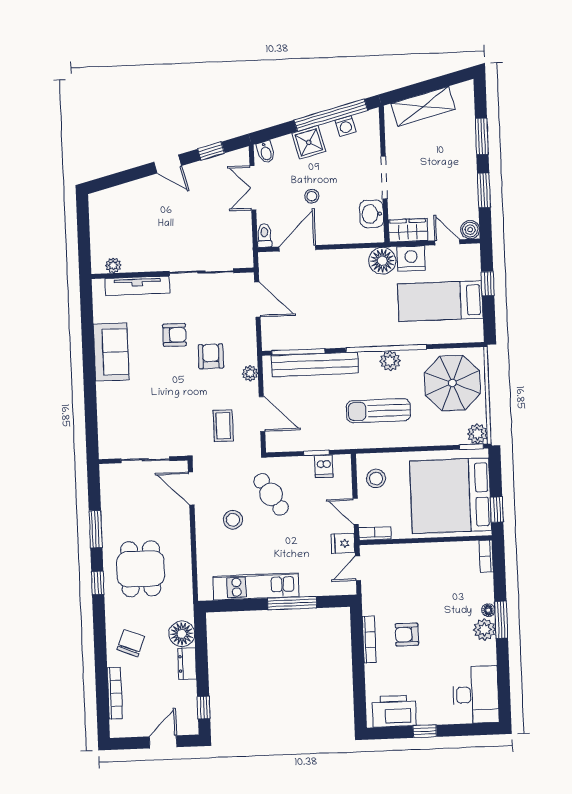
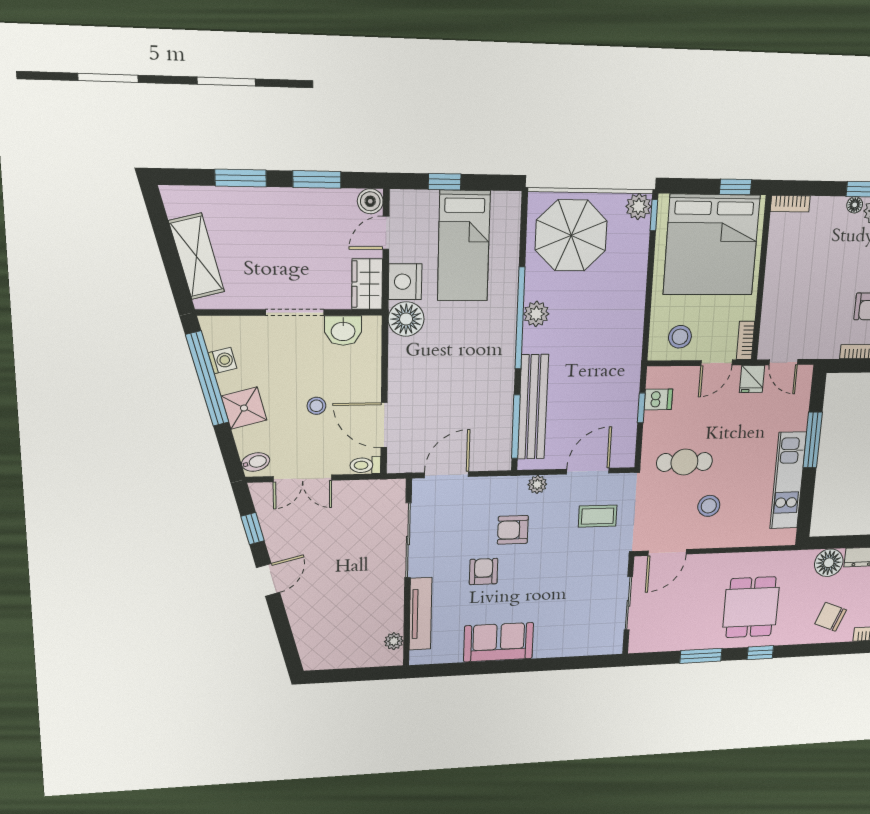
sun lounger: (378, 411) -> (597, 331), removed
cafe table: (271, 494) -> (684, 462), turned 33
dining table: (141, 569) -> (751, 607), turned 90

